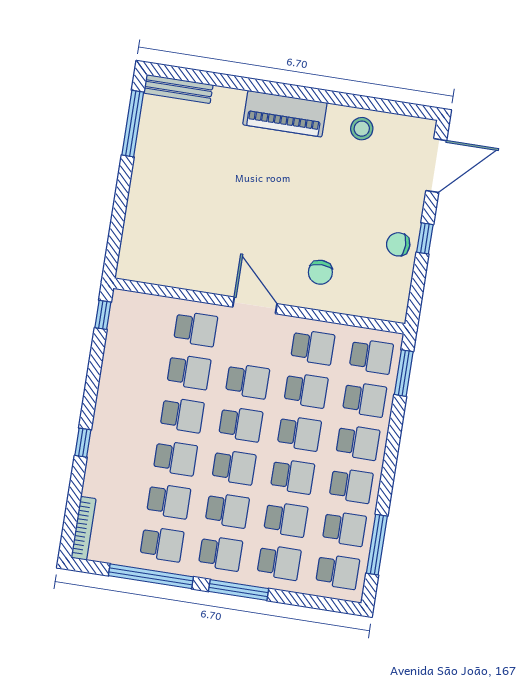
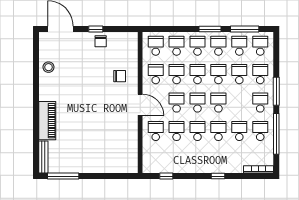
piano: (285, 114) -> (47, 121), moved
door: (255, 305) -> (140, 105), swing flipped
window: (103, 315) -> (166, 176), moved
window: (404, 373) -> (210, 29), moved
school desk: (227, 510) -> (239, 103), removed

